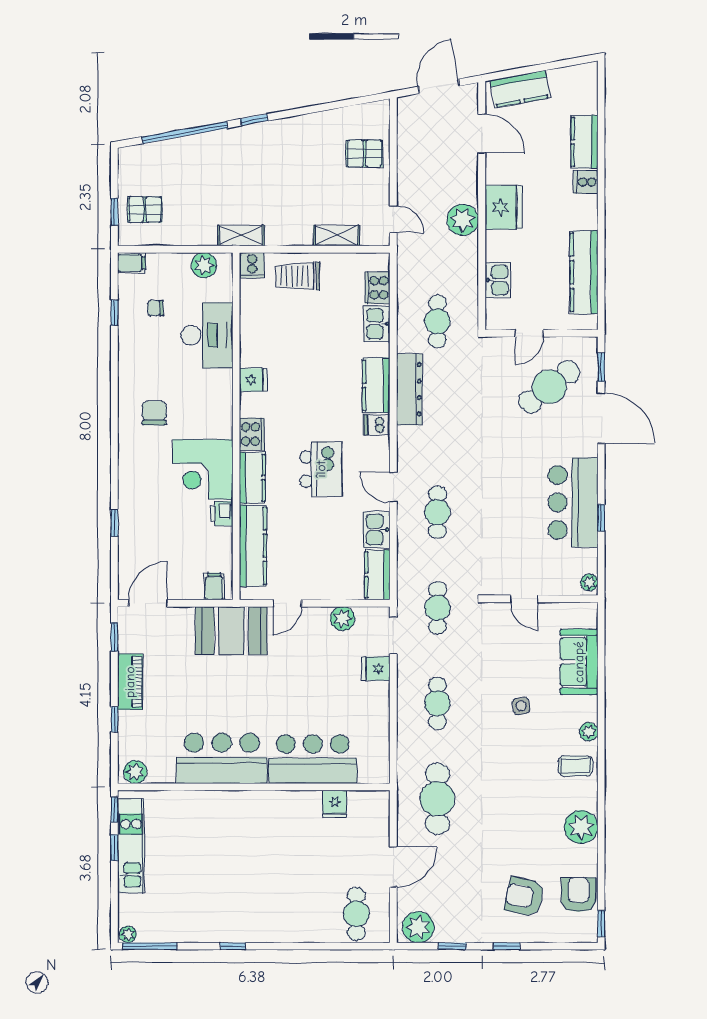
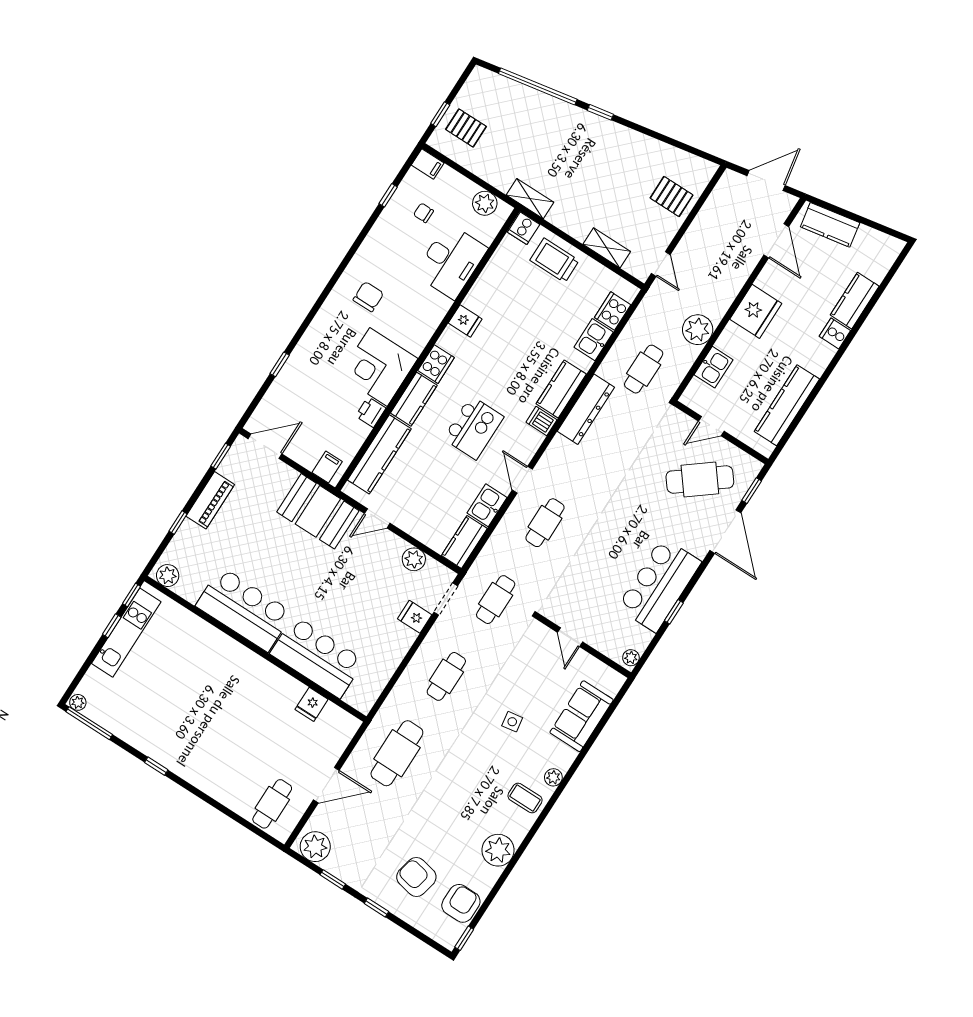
plant: (463, 220) -> (698, 330), moved

